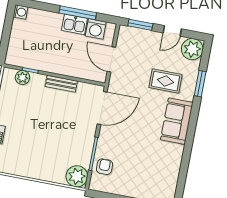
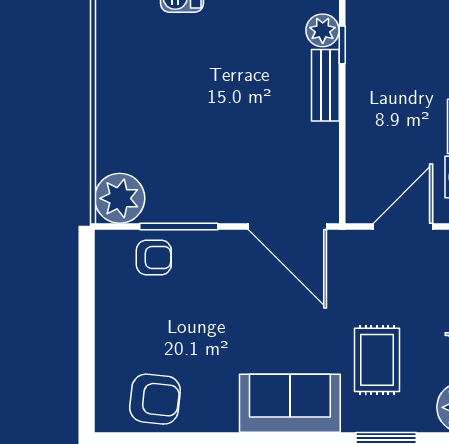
bench: (61, 84) -> (325, 85), moved
armchair: (164, 178) -> (155, 399), added

